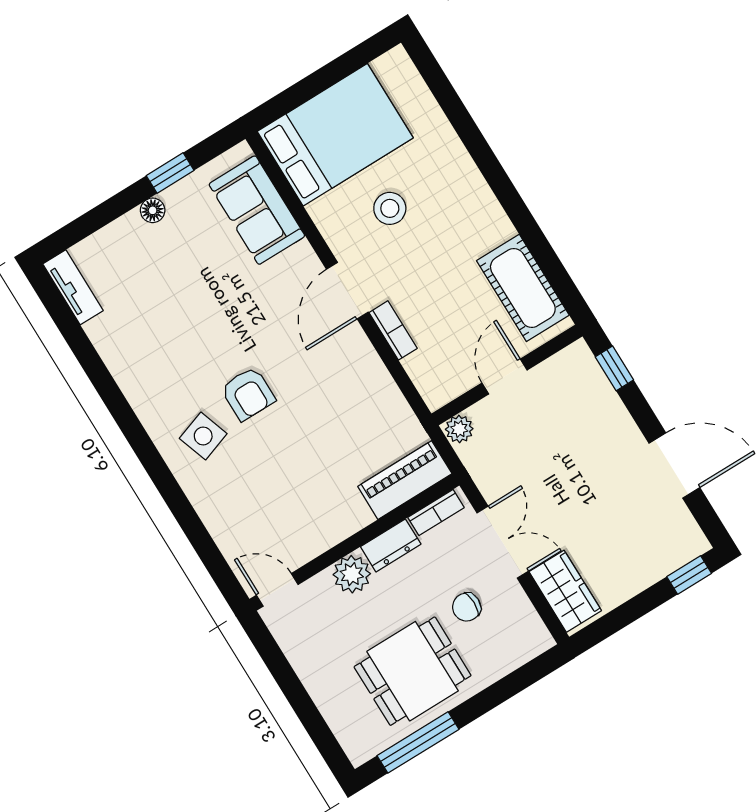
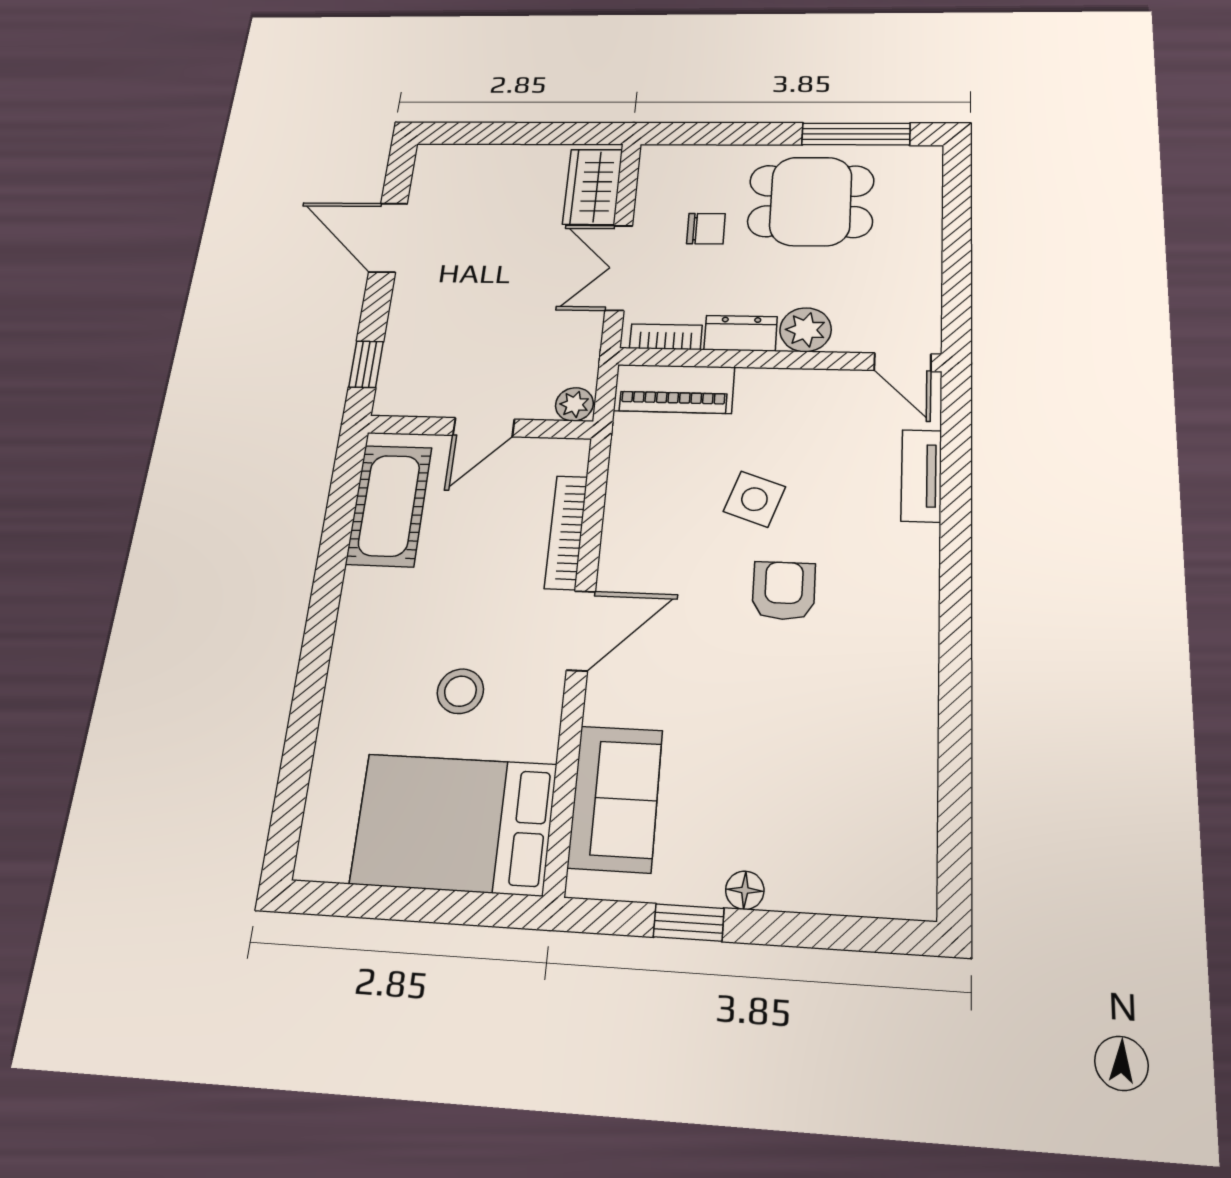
tv unit: (73, 287) -> (921, 476), moved
bookcase: (393, 330) -> (566, 532), width x1.56
side table: (203, 436) -> (754, 499), moved, turned 38
window: (689, 575) -> (460, 133), removed

